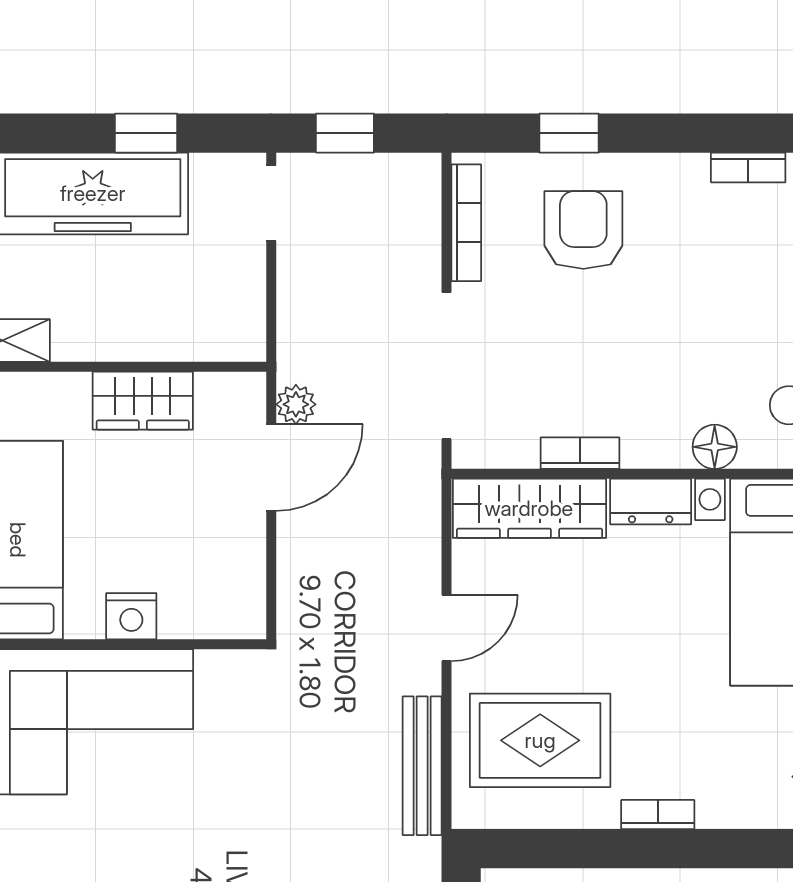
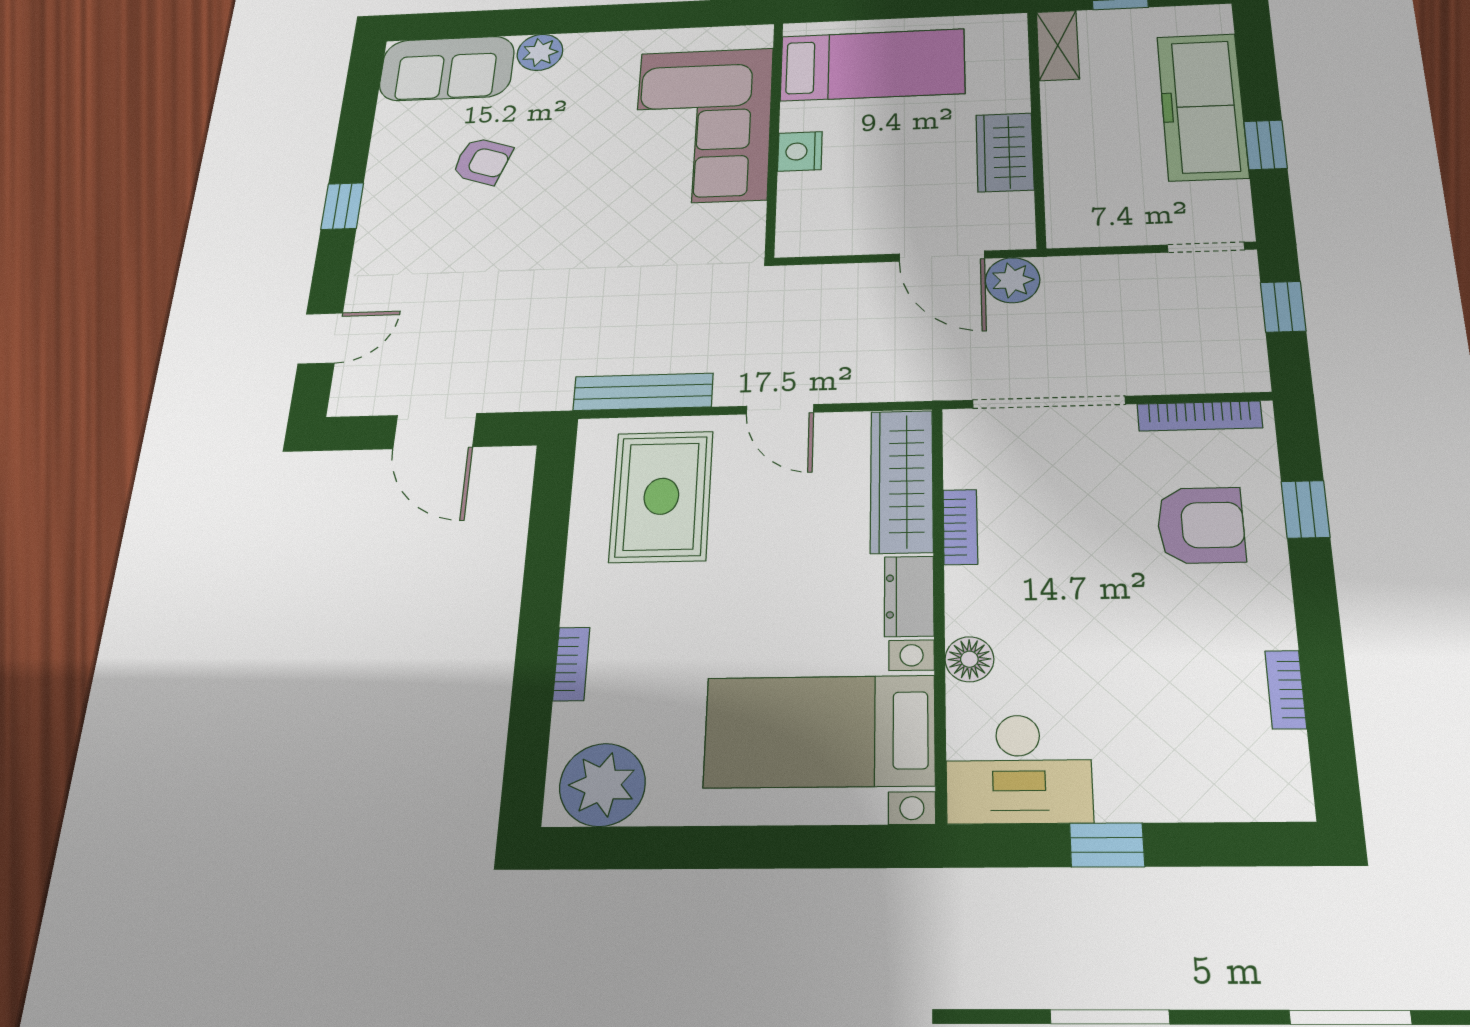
plant: (296, 404) -> (1013, 280), width x1.38, depth x1.38
bookcase: (658, 815) -> (571, 664), moved

